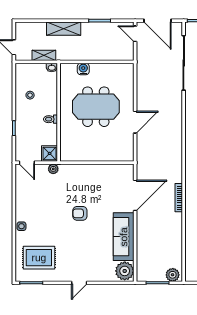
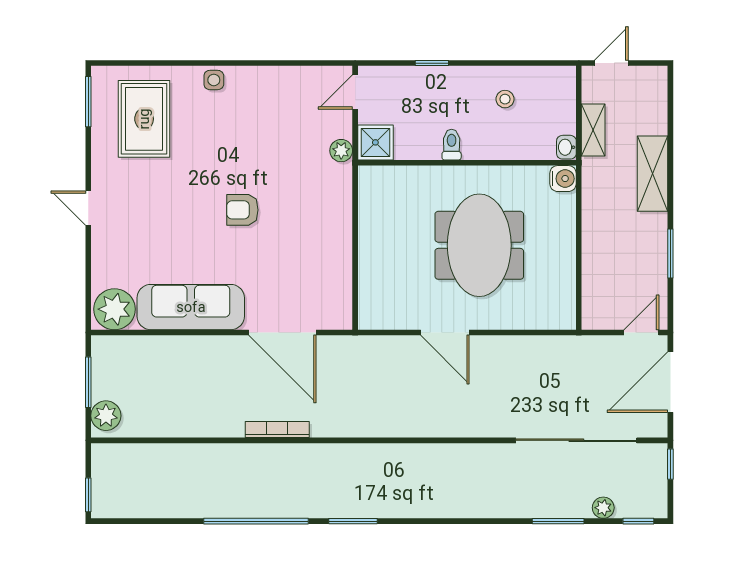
water cooler: (83, 69) -> (563, 179), moved
armchair: (80, 213) -> (242, 210), turned -90

